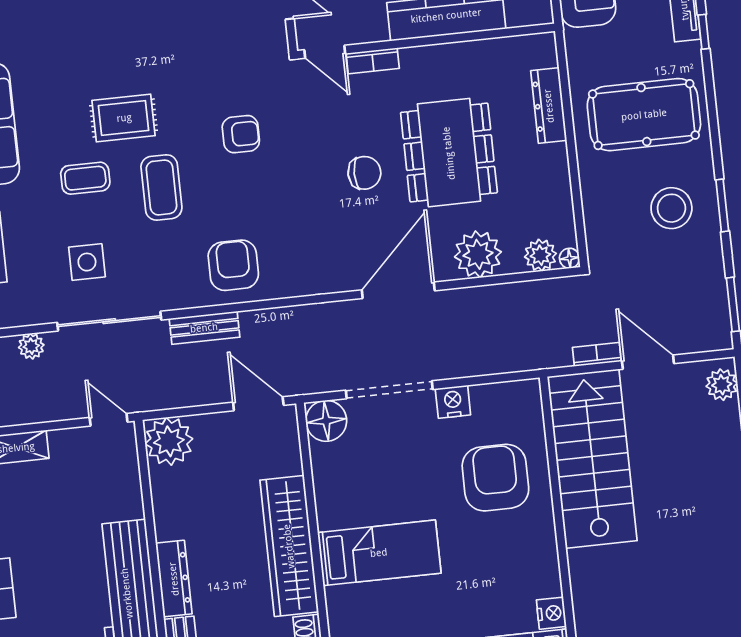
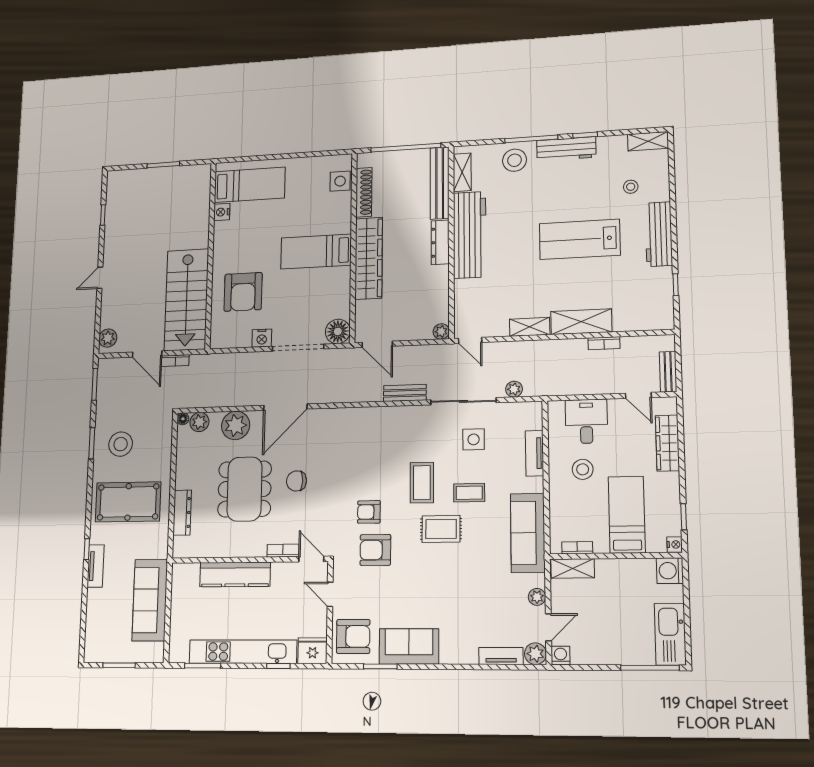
armchair: (233, 265) -> (375, 550), moved, turned 90
plant: (169, 441) -> (441, 332), width x0.53, depth x0.53

